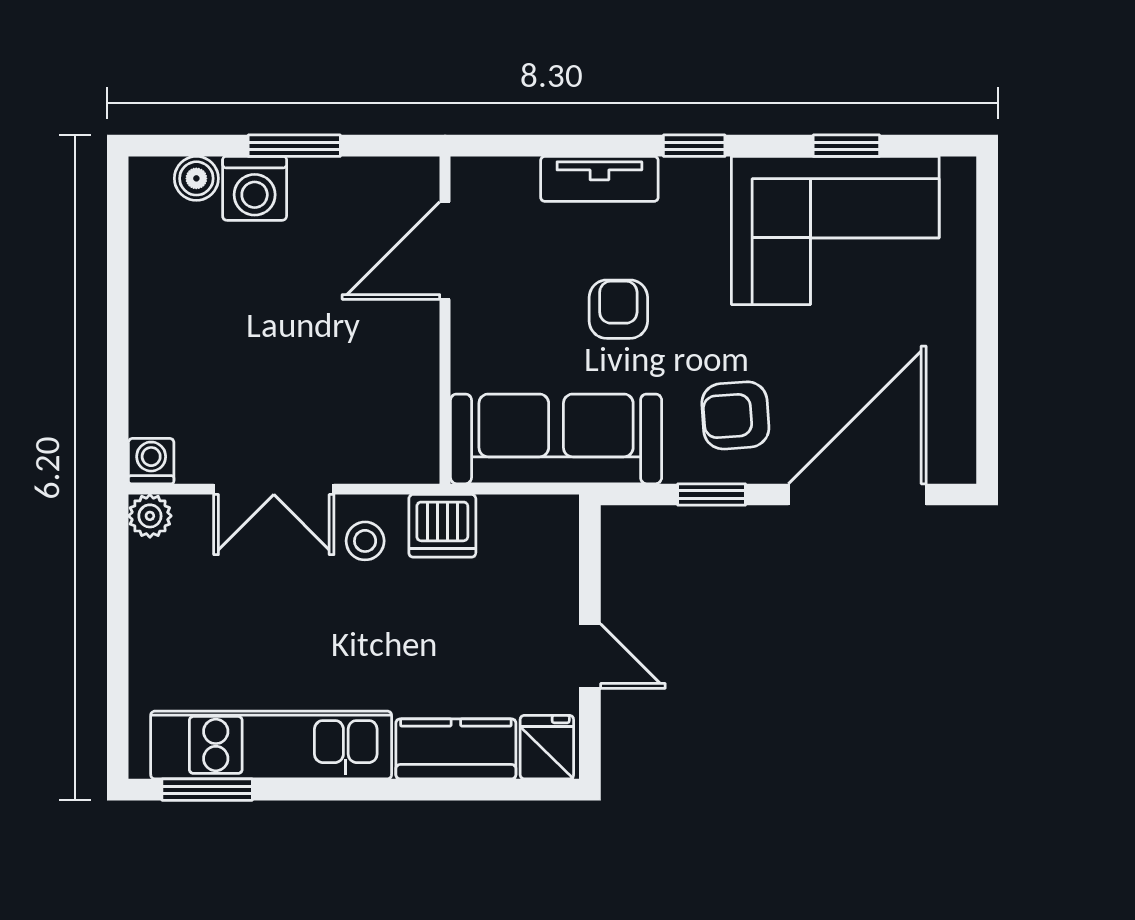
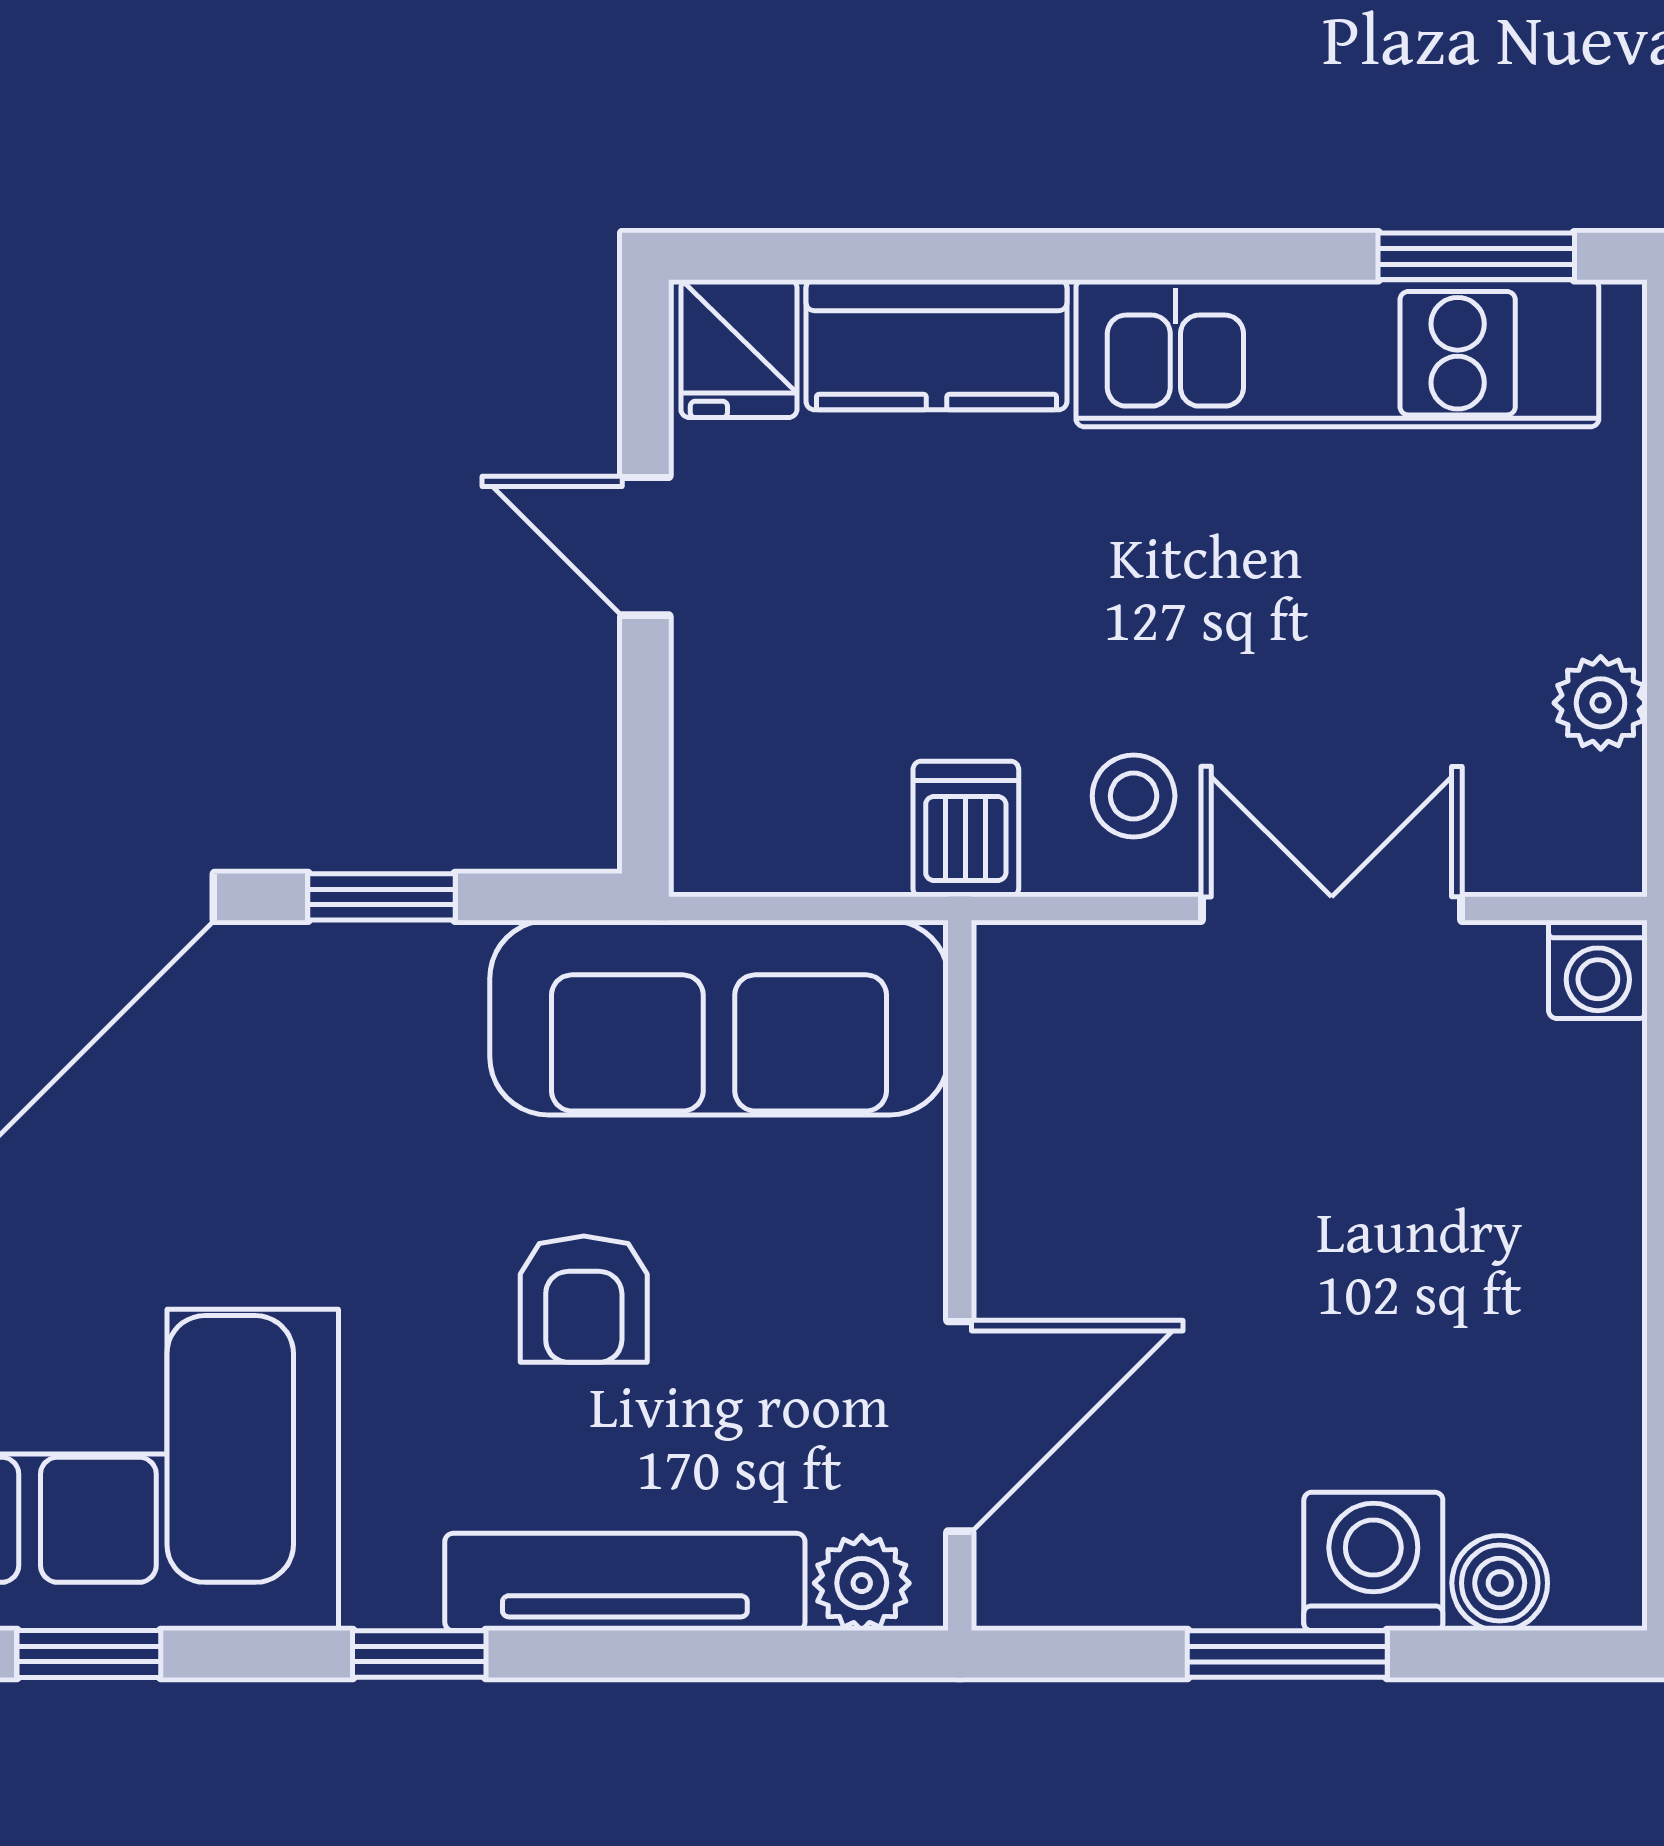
plant: (490, 178) -> (862, 1583), added
tv unit: (599, 179) -> (625, 1582), width x1.41
armchair: (735, 415) -> (330, 1069), removed
plant: (150, 516) -> (1601, 703), moved
dishwasher: (442, 526) -> (966, 829), width x0.73

